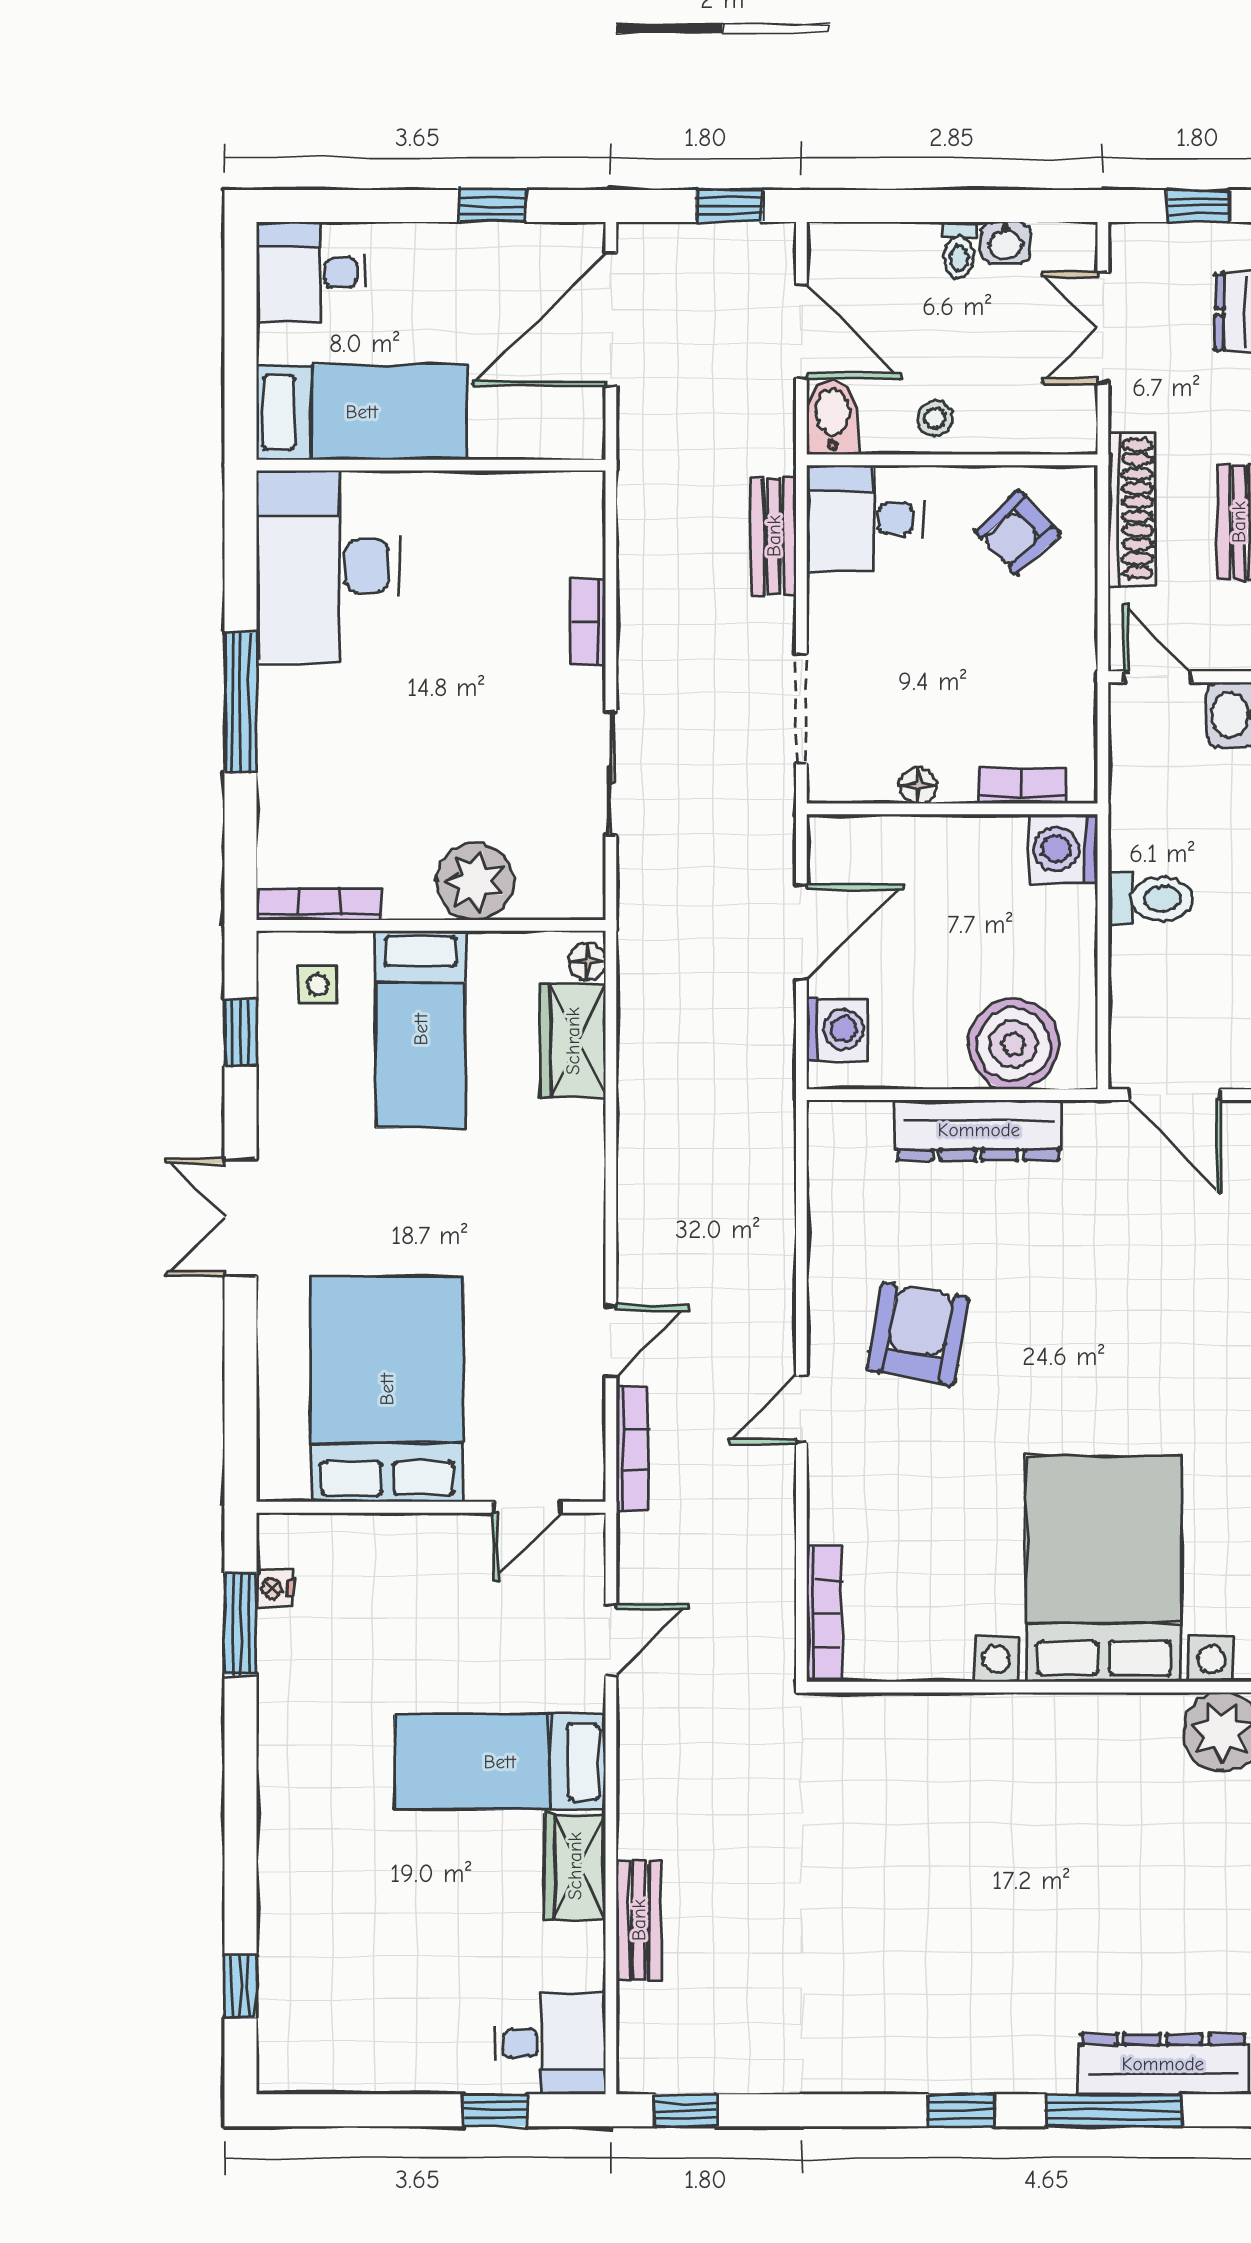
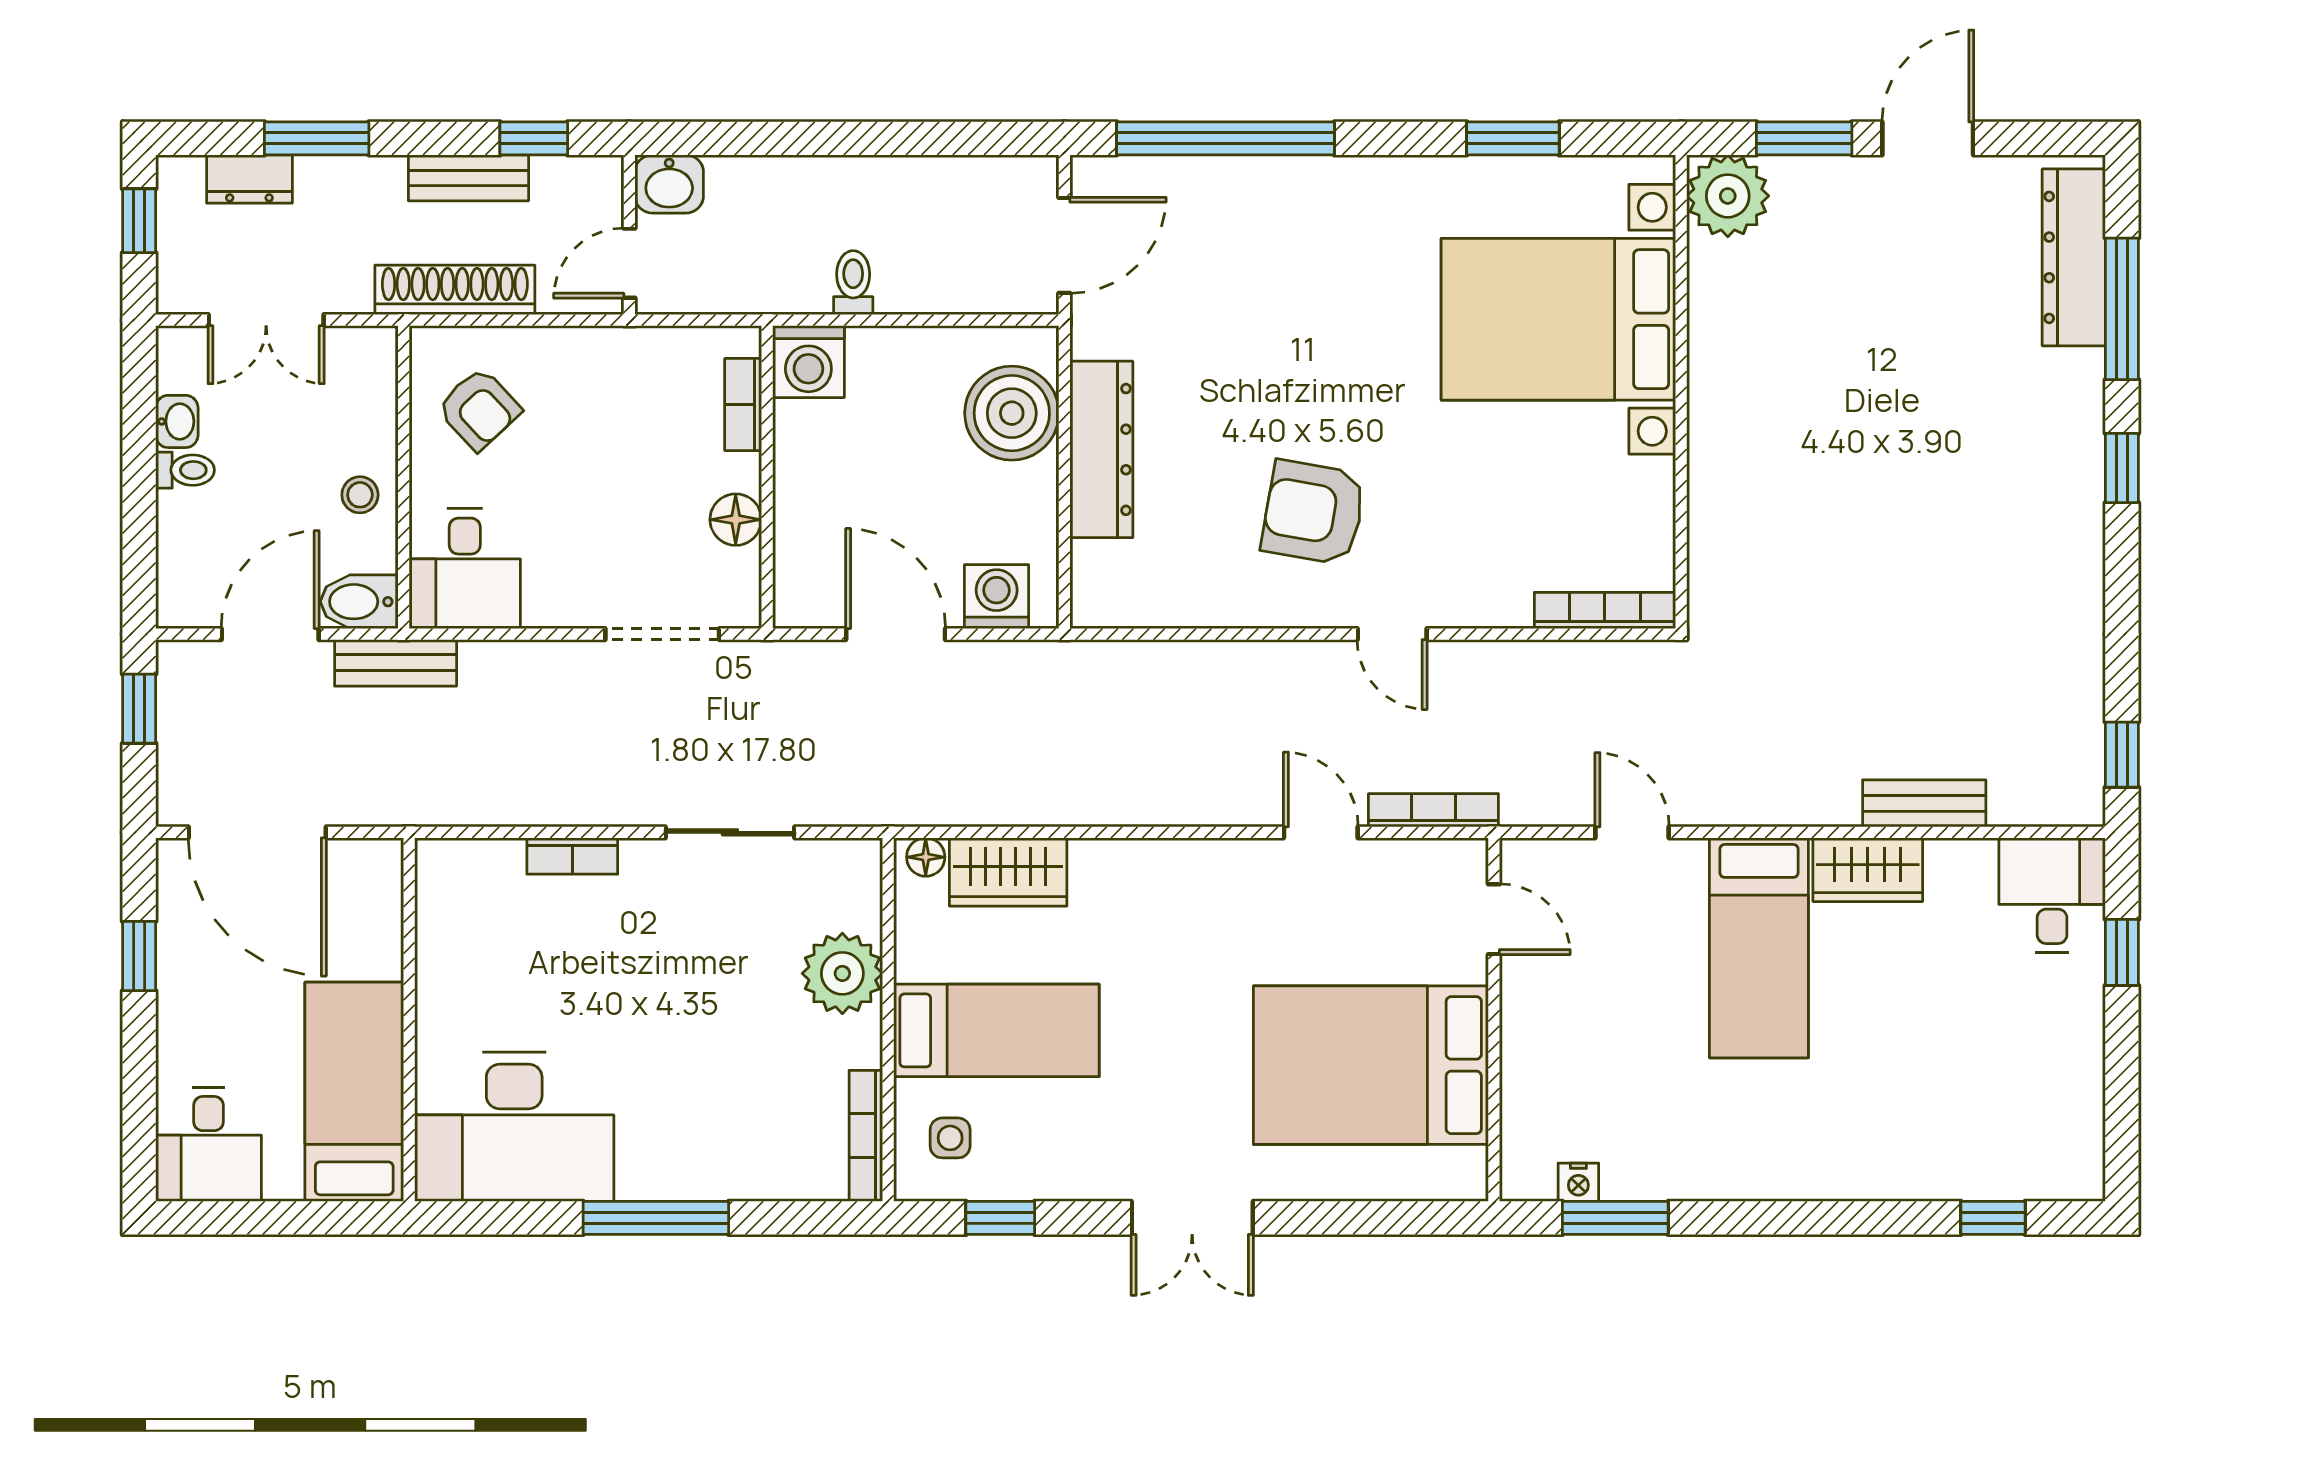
bench: (774, 536) -> (396, 663), moved
floor lamp: (918, 786) -> (736, 520), width x1.37, depth x1.37
toilet: (1151, 899) -> (853, 283), width x0.73, depth x0.72

